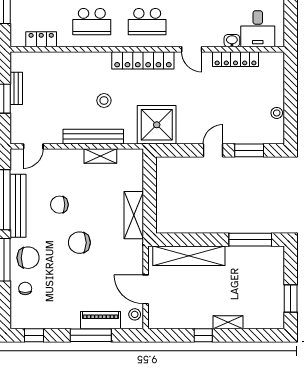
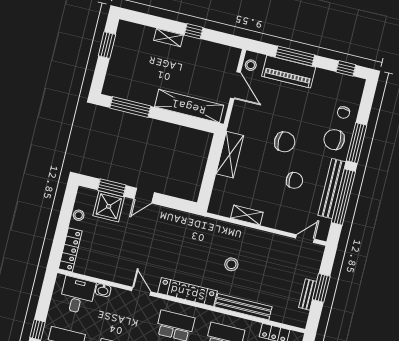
locker: (236, 59) -> (70, 250), moved, turned 90
shower: (157, 125) -> (109, 206), moved, width x0.73, depth x0.73
bench: (93, 137) -> (243, 307), moved
piano: (100, 320) -> (289, 72), width x1.37, depth x1.33

